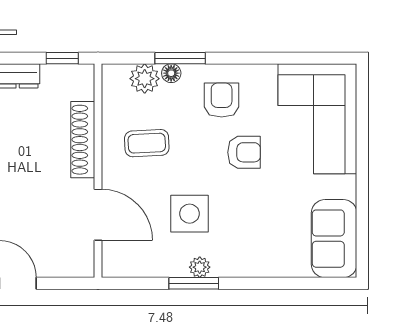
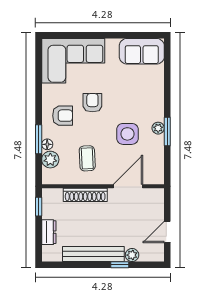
armchair: (222, 100) -> (63, 116), turned 180

